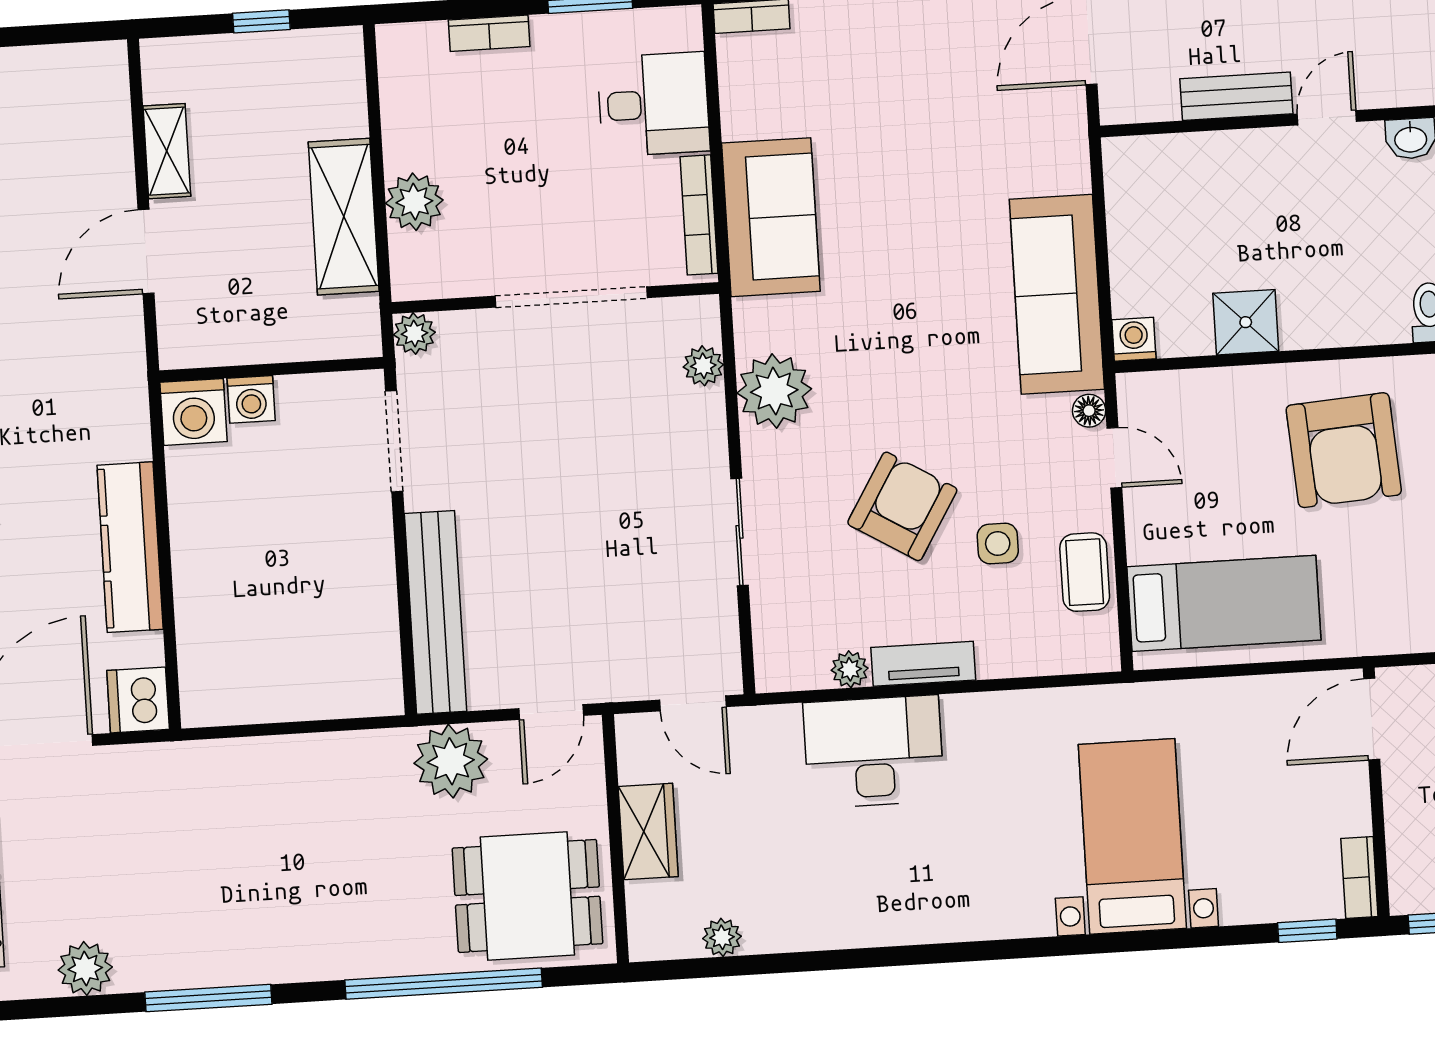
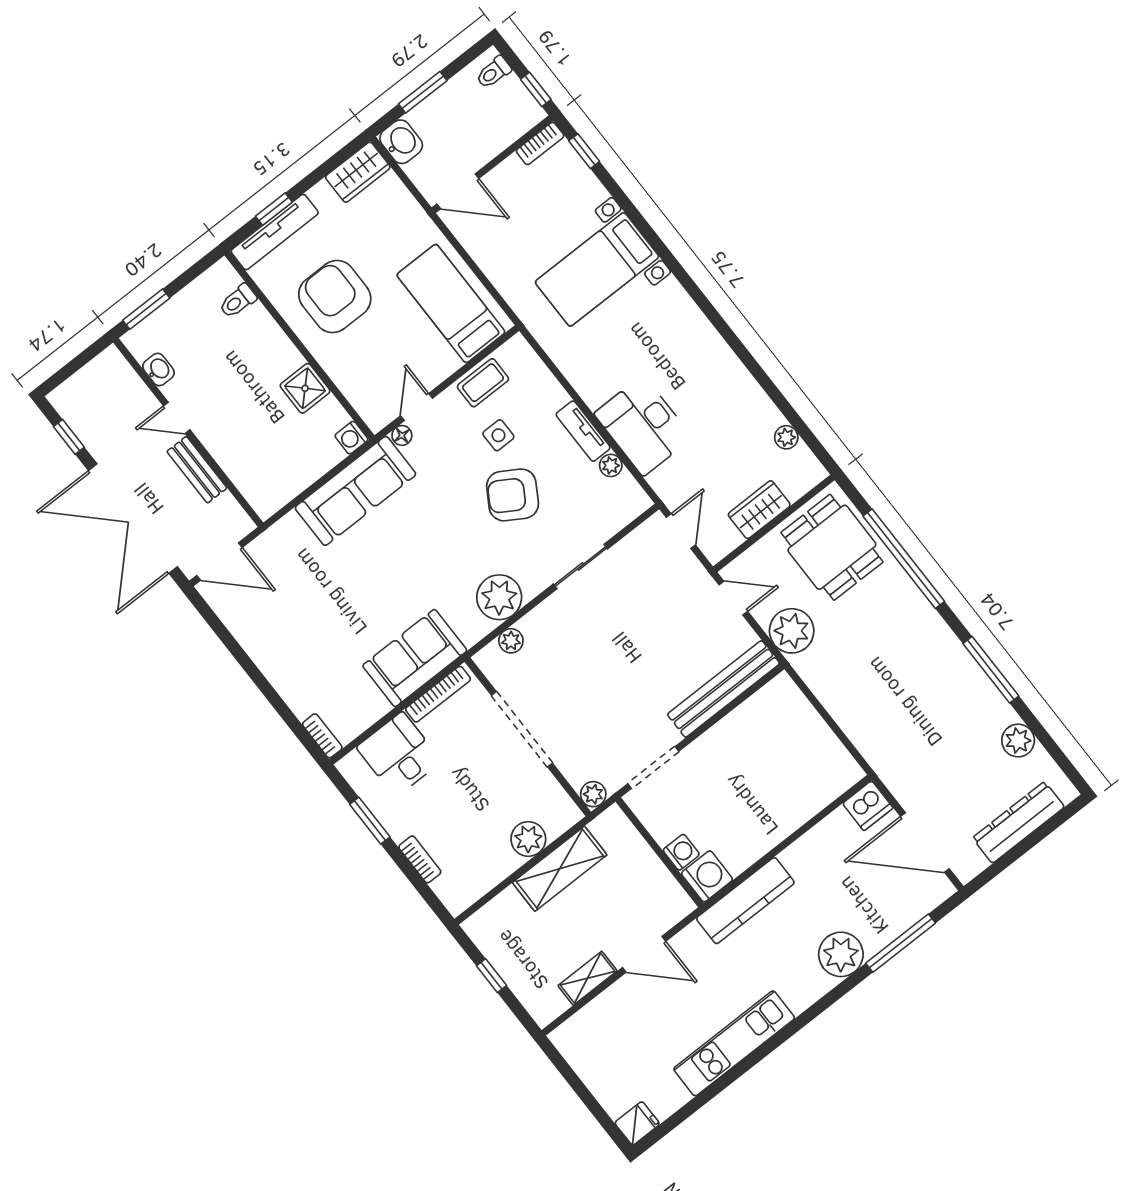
armchair: (1344, 450) -> (335, 297), turned -86
kitchen counter: (130, 547) -> (745, 901), moved

